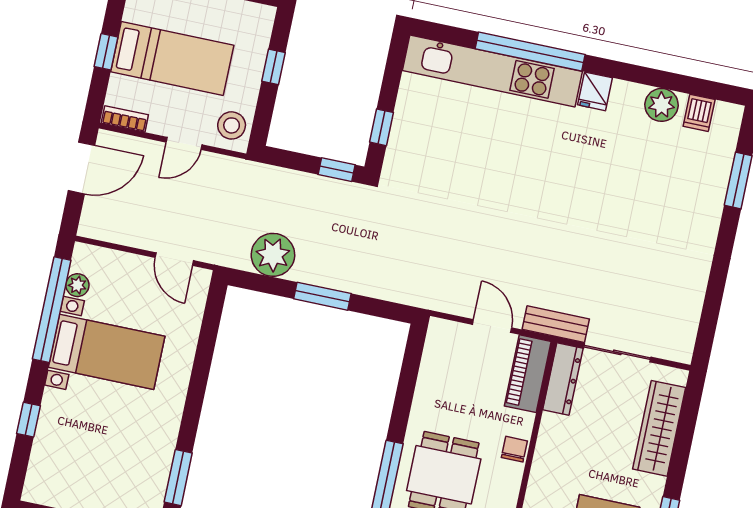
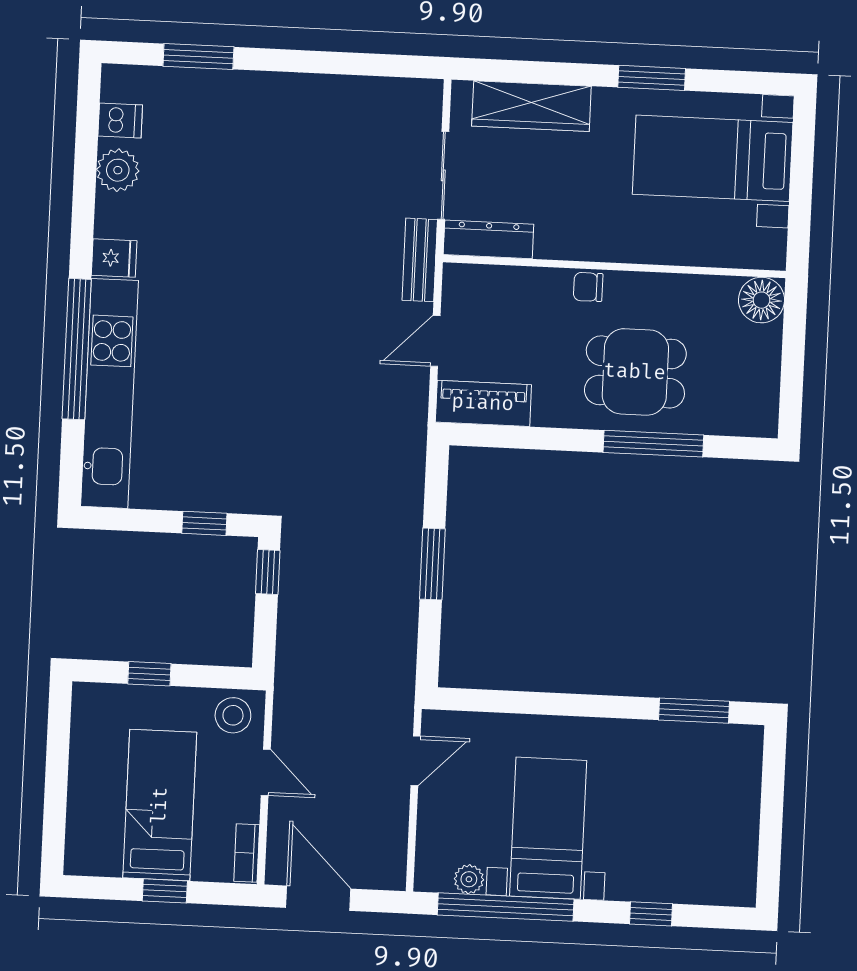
plant: (273, 255) -> (390, 636), removed
piano: (528, 374) -> (483, 403), moved, turned 180

